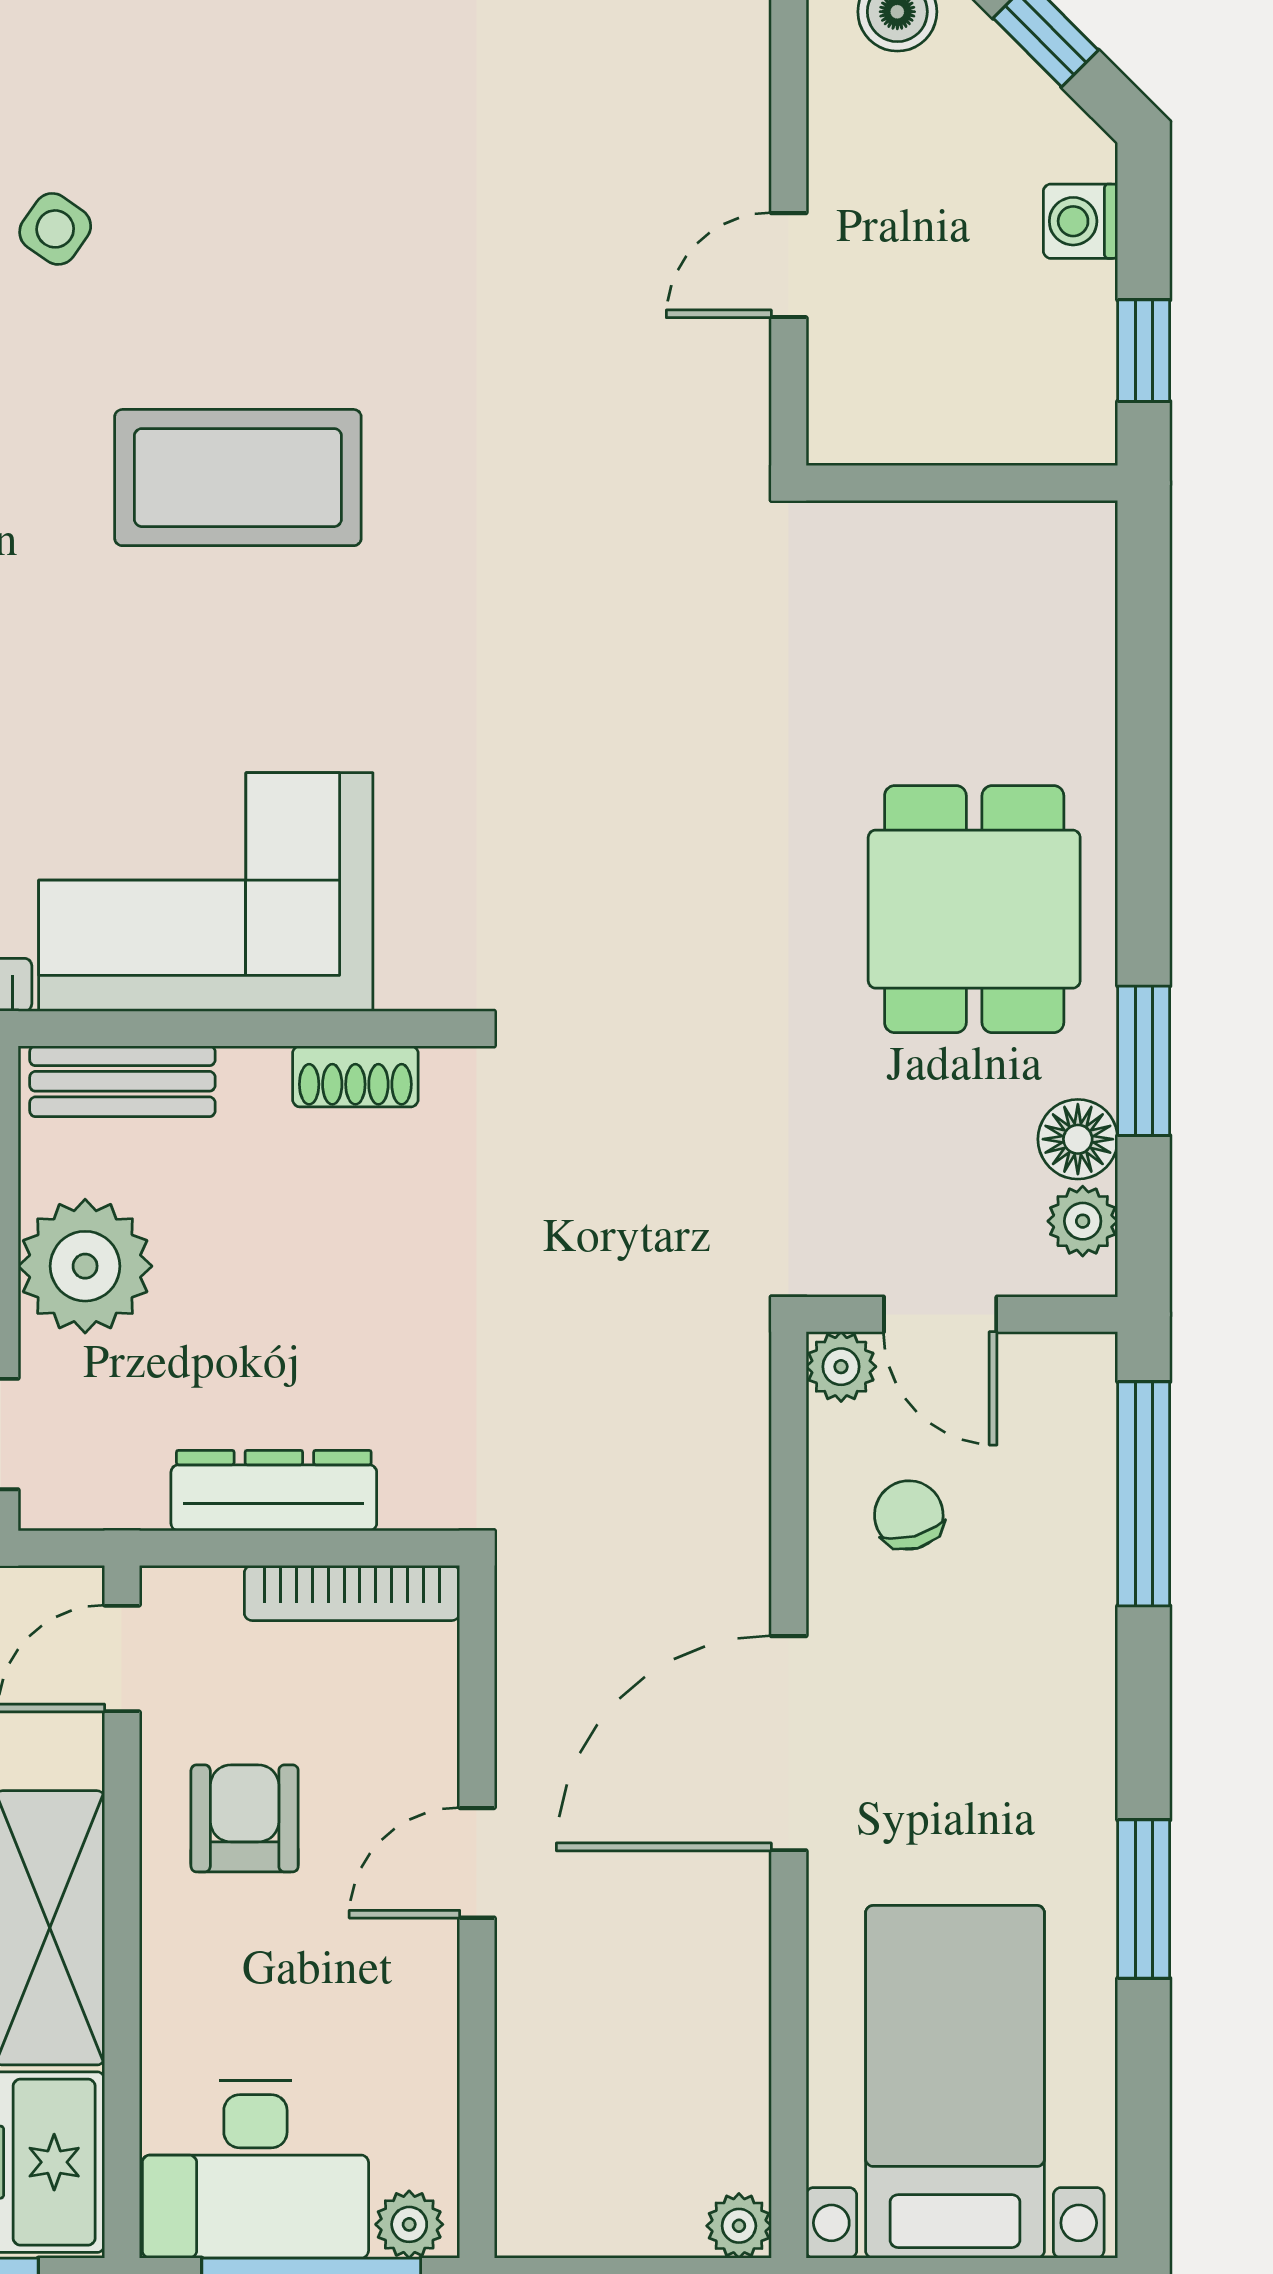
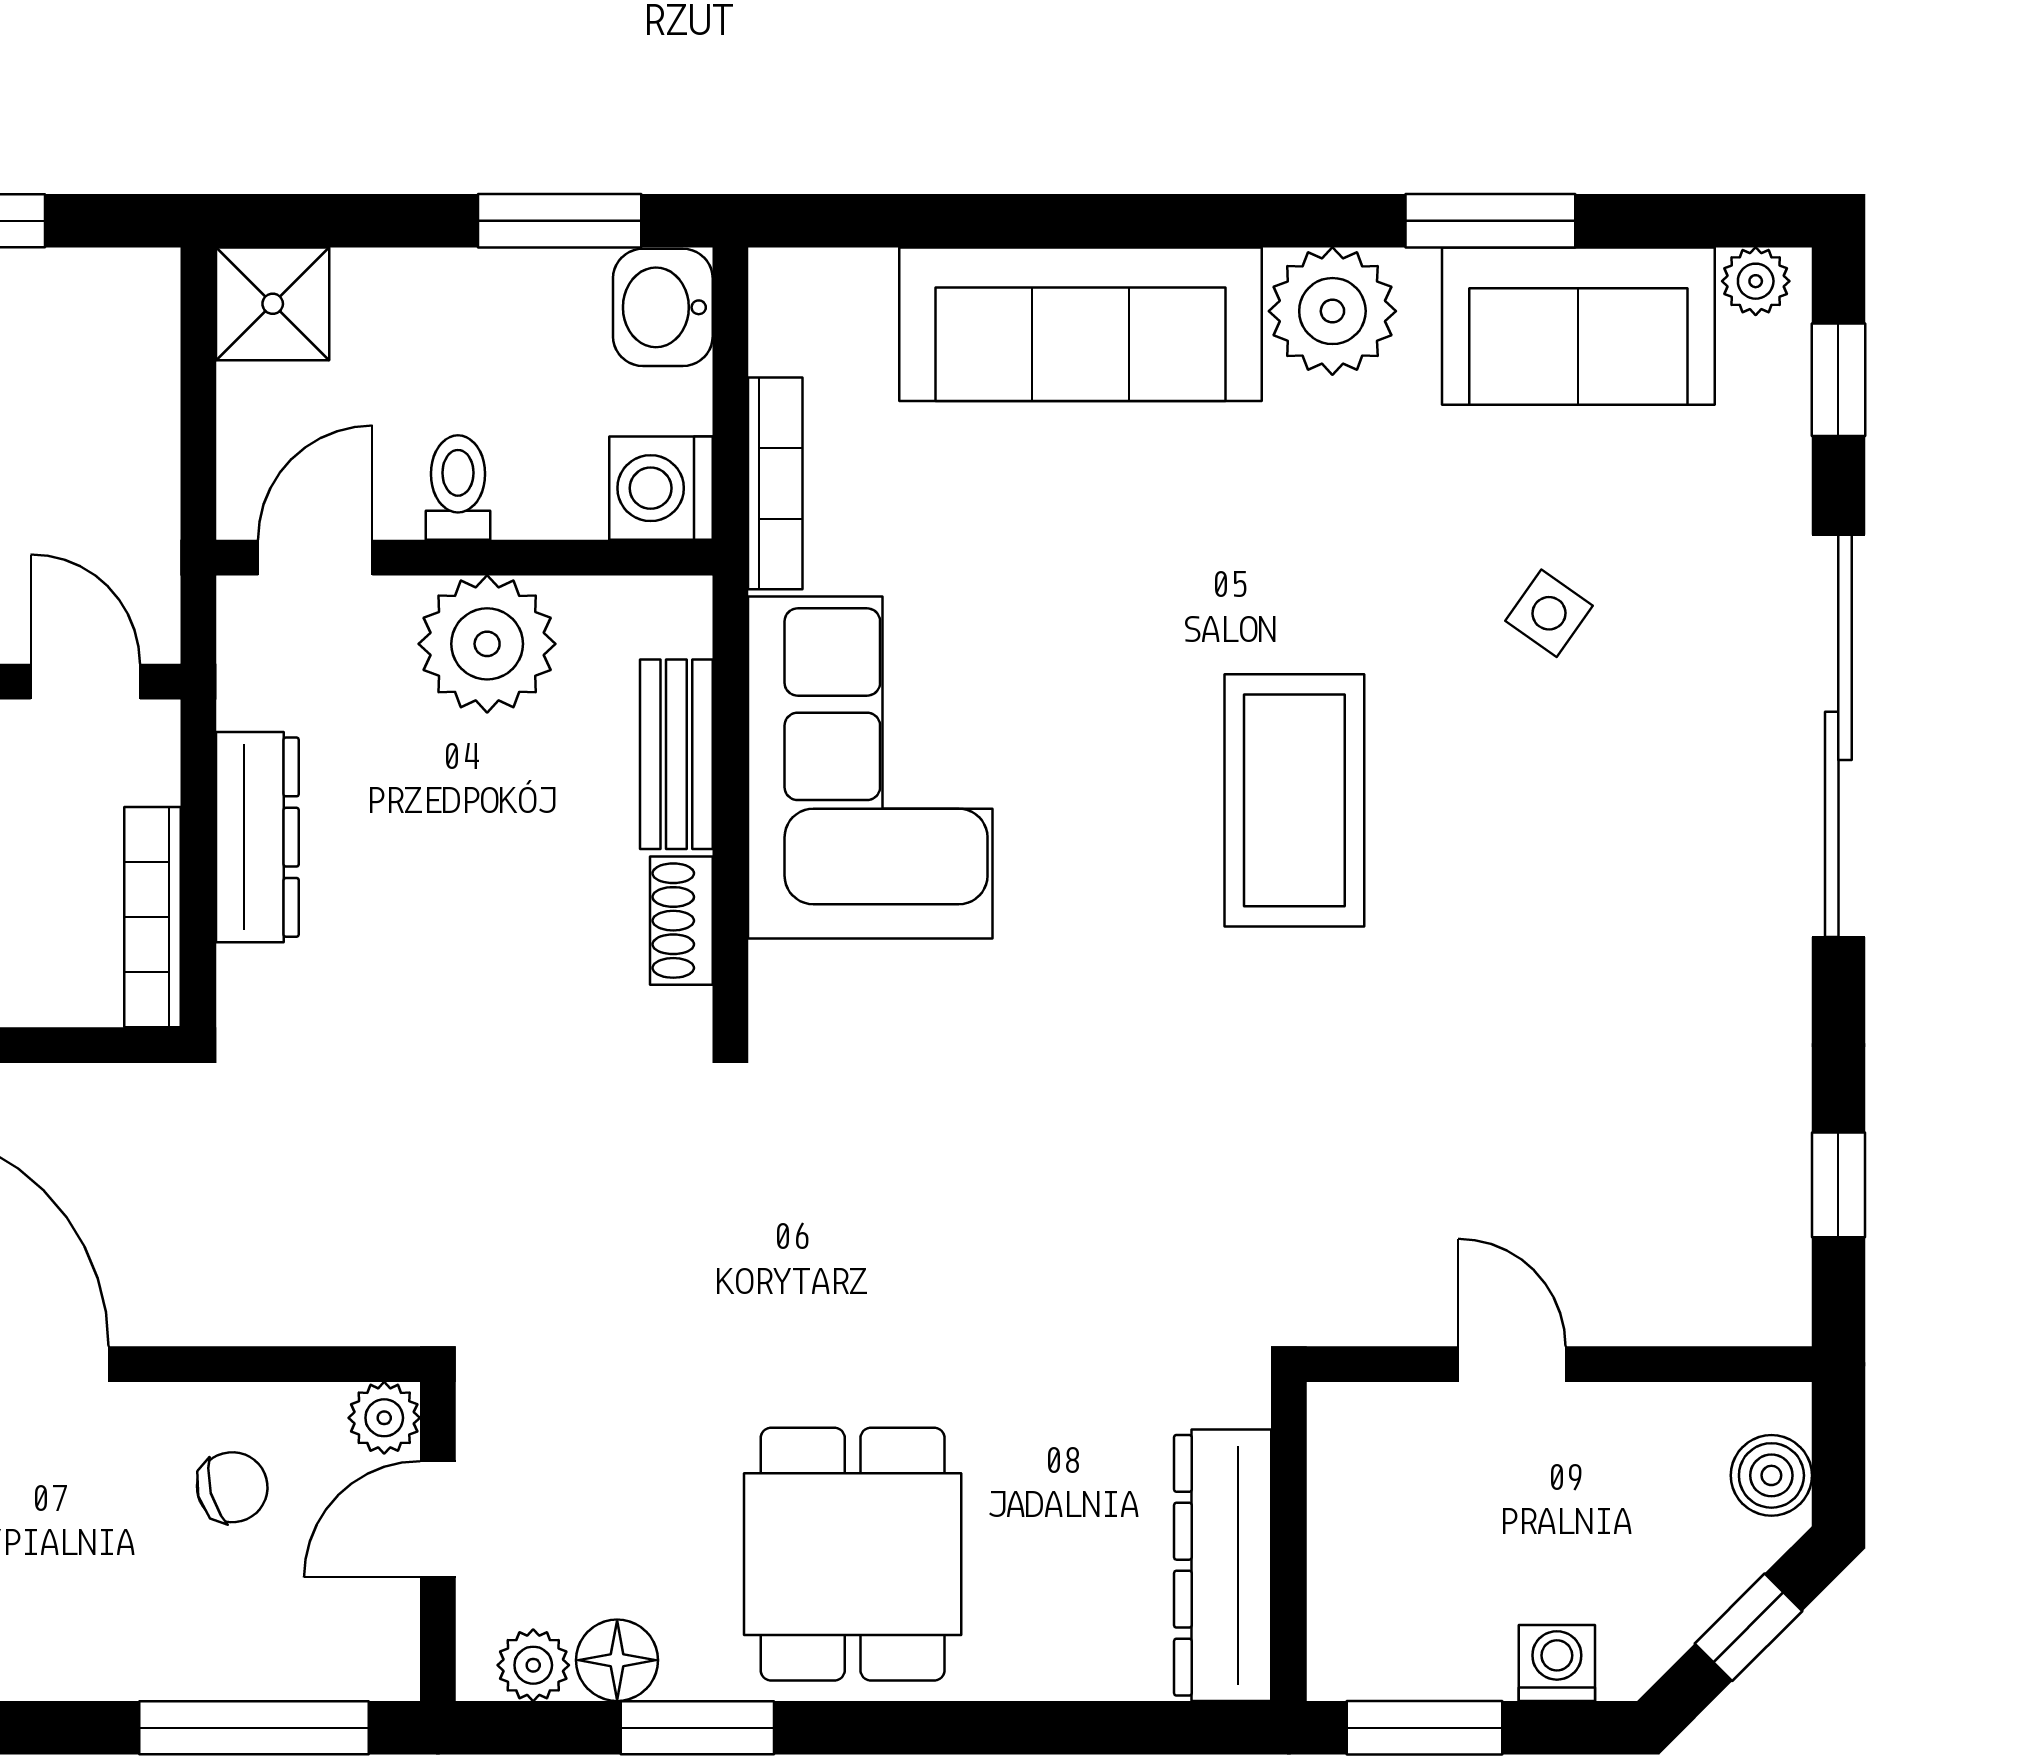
window: (1144, 351) -> (1424, 1728), width x1.50
dresser: (985, 548) -> (1223, 1565), added
dining table: (974, 909) -> (853, 1554), turned 90
bench: (122, 1081) -> (676, 754), moved

